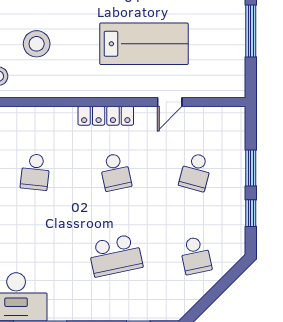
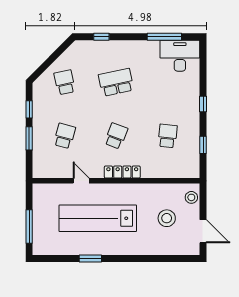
lab bench: (144, 44) -> (98, 218), width x1.36
door: (170, 102) -> (81, 181), hinge flipped
school desk: (115, 172) -> (116, 136), turned 33

